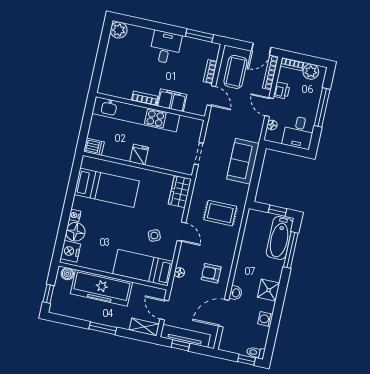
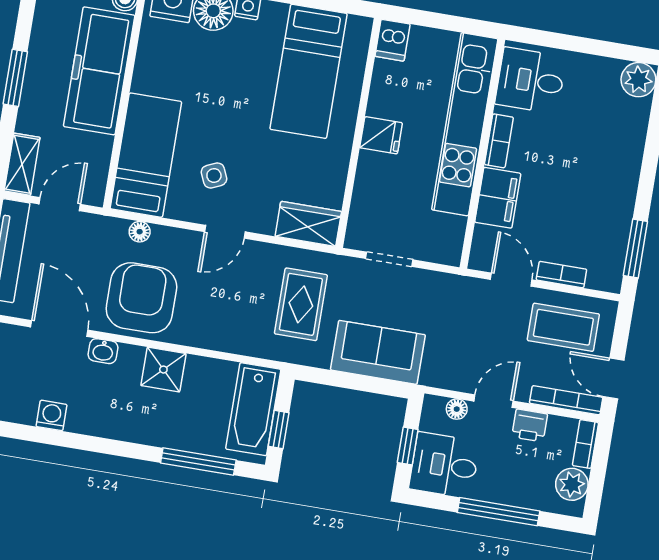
desk: (165, 47) -> (531, 80), moved, turned 180
door: (211, 96) -> (511, 280), swing flipped
window: (288, 149) -> (408, 446), added
rug: (220, 213) -> (301, 304), moved
bathtub: (280, 238) -> (253, 409), moved, turned -90
armchair: (211, 273) -> (141, 298), width x1.88, depth x1.88
shower: (269, 290) -> (163, 370), moved

